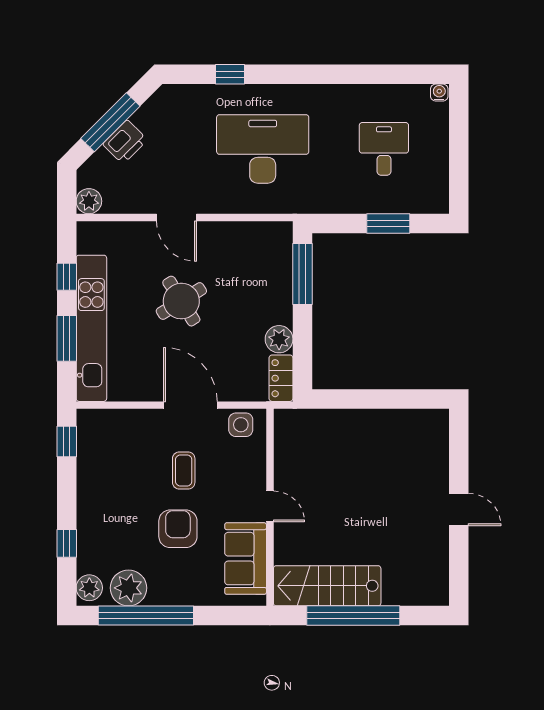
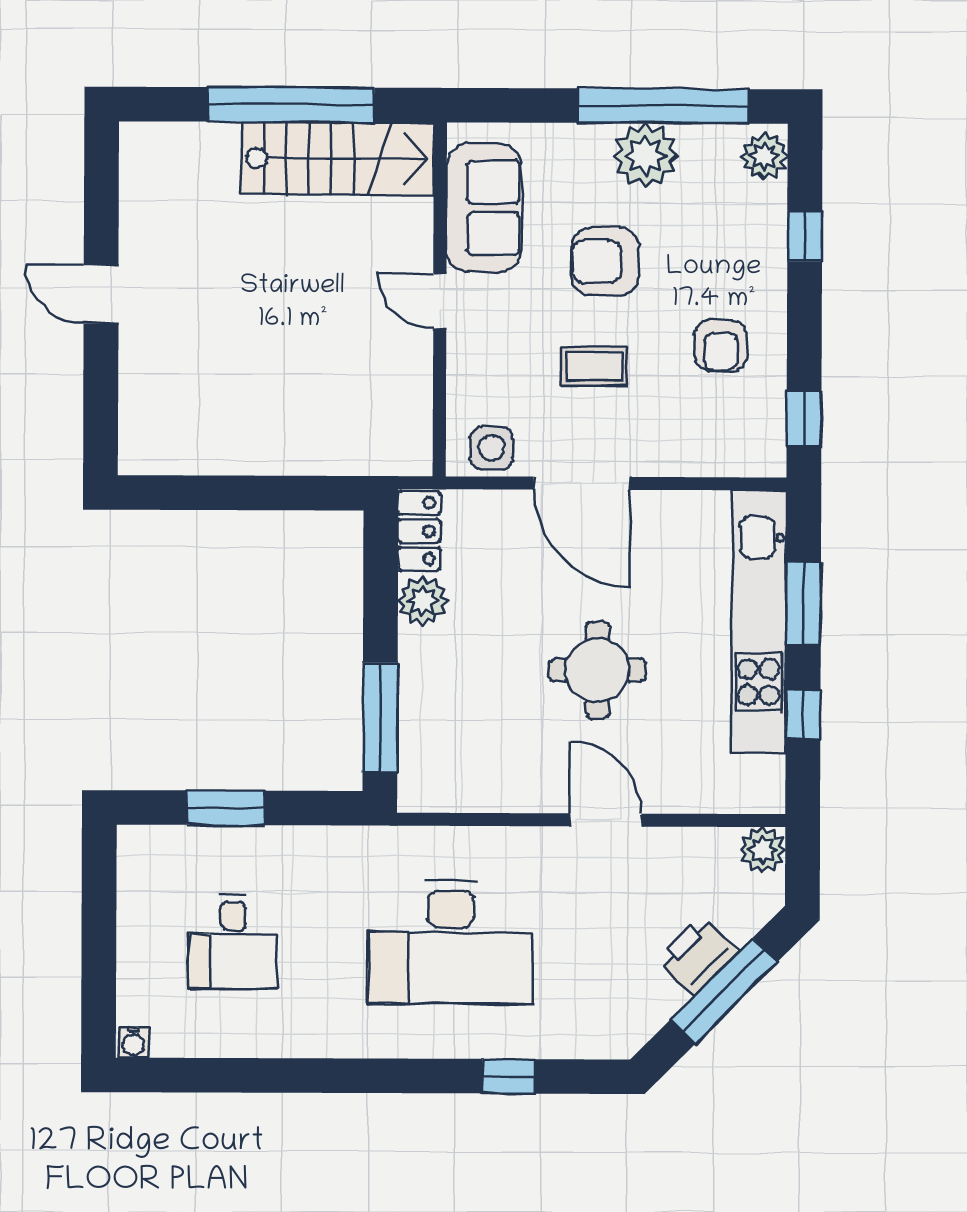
round table: (181, 301) -> (597, 670), turned 32
coffee table: (184, 470) -> (594, 366), turned 90
armchair: (113, 482) -> (721, 345), added
armchair: (178, 529) -> (605, 262), turned 90
plant: (128, 588) -> (646, 156), moved

